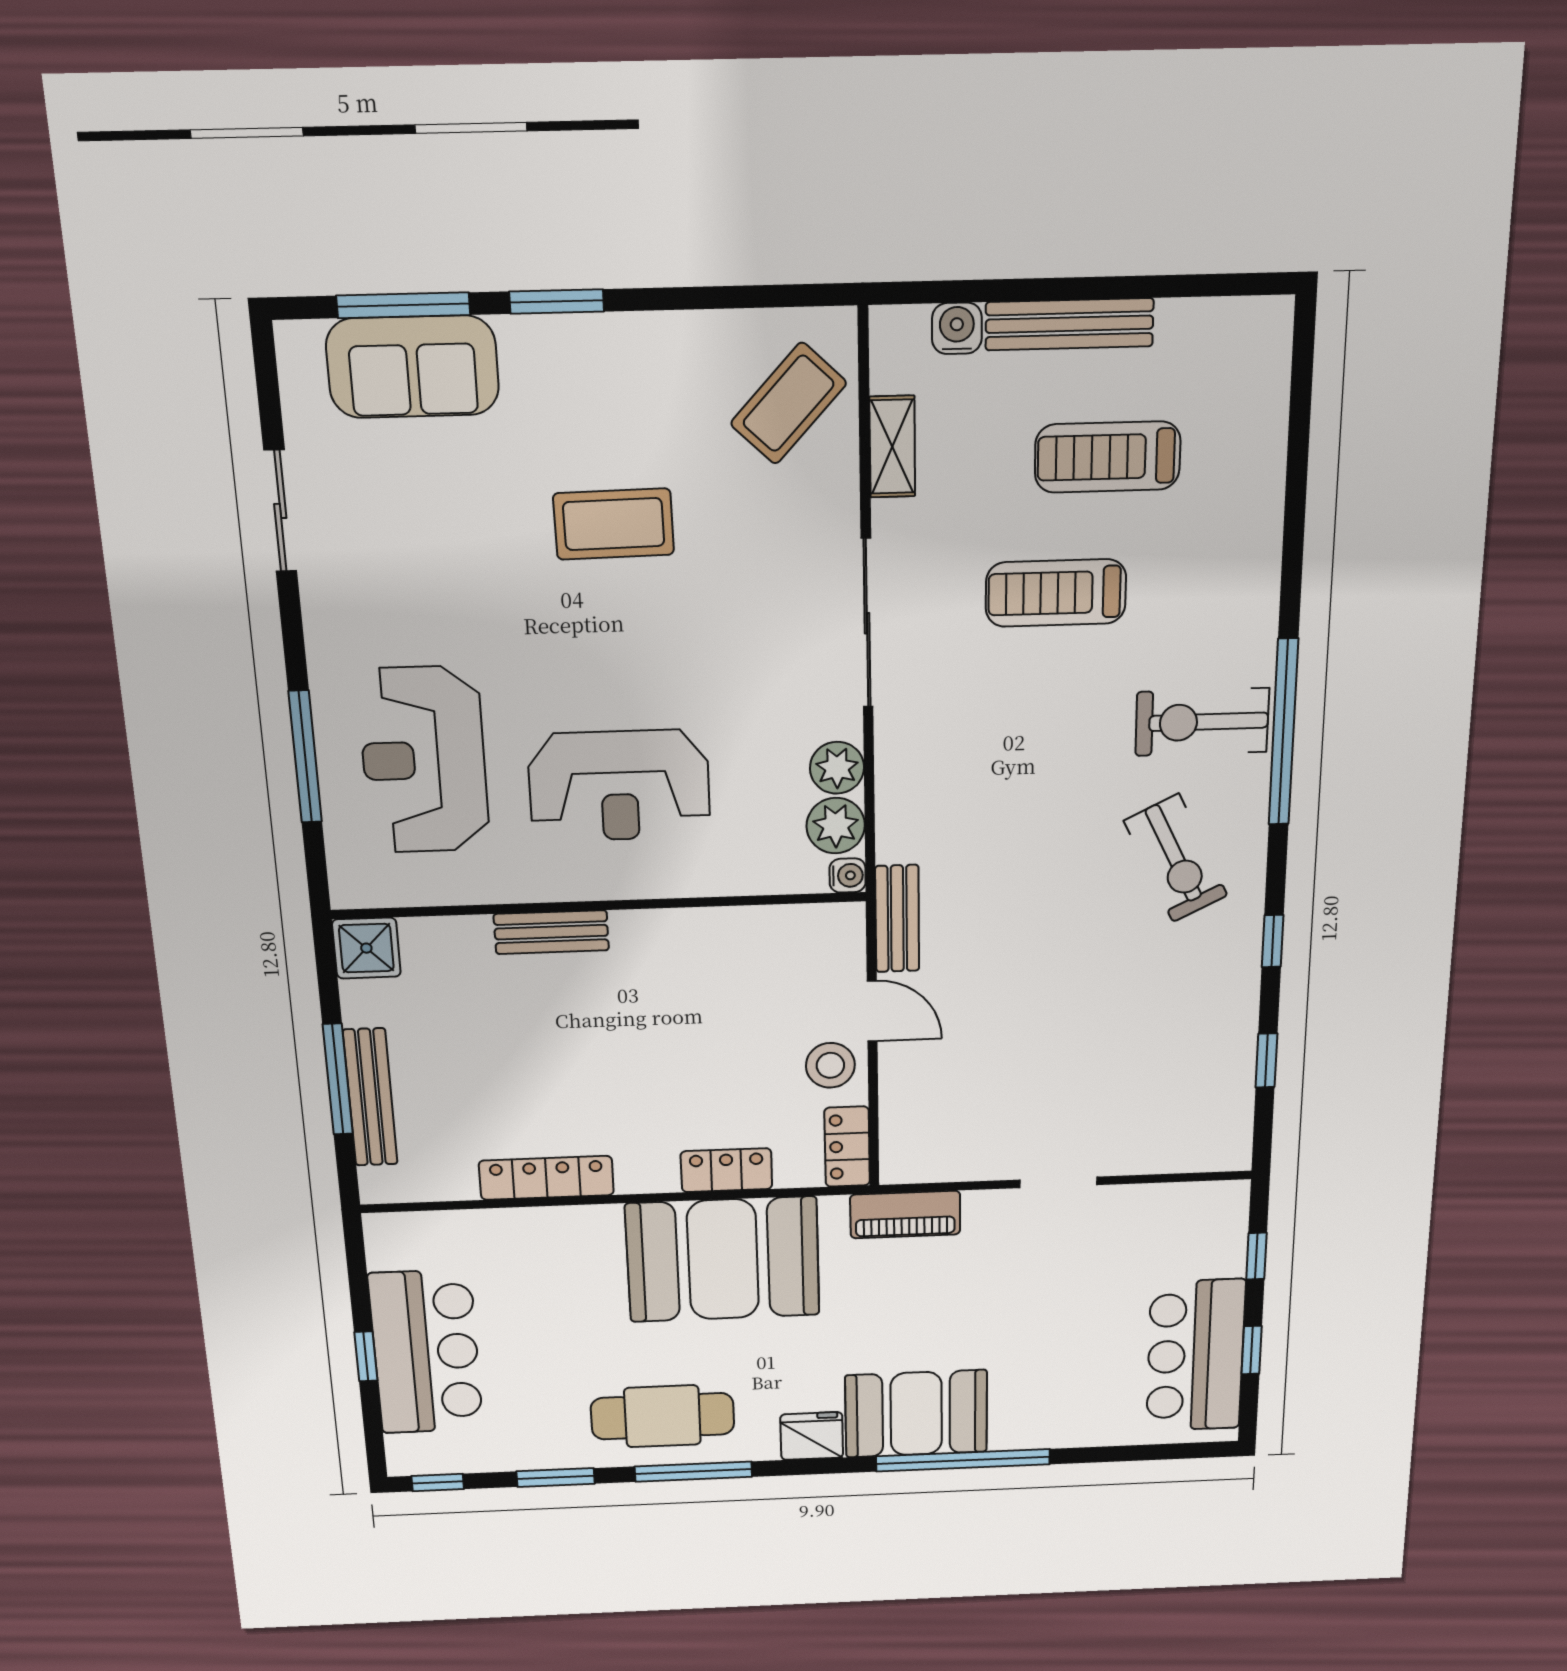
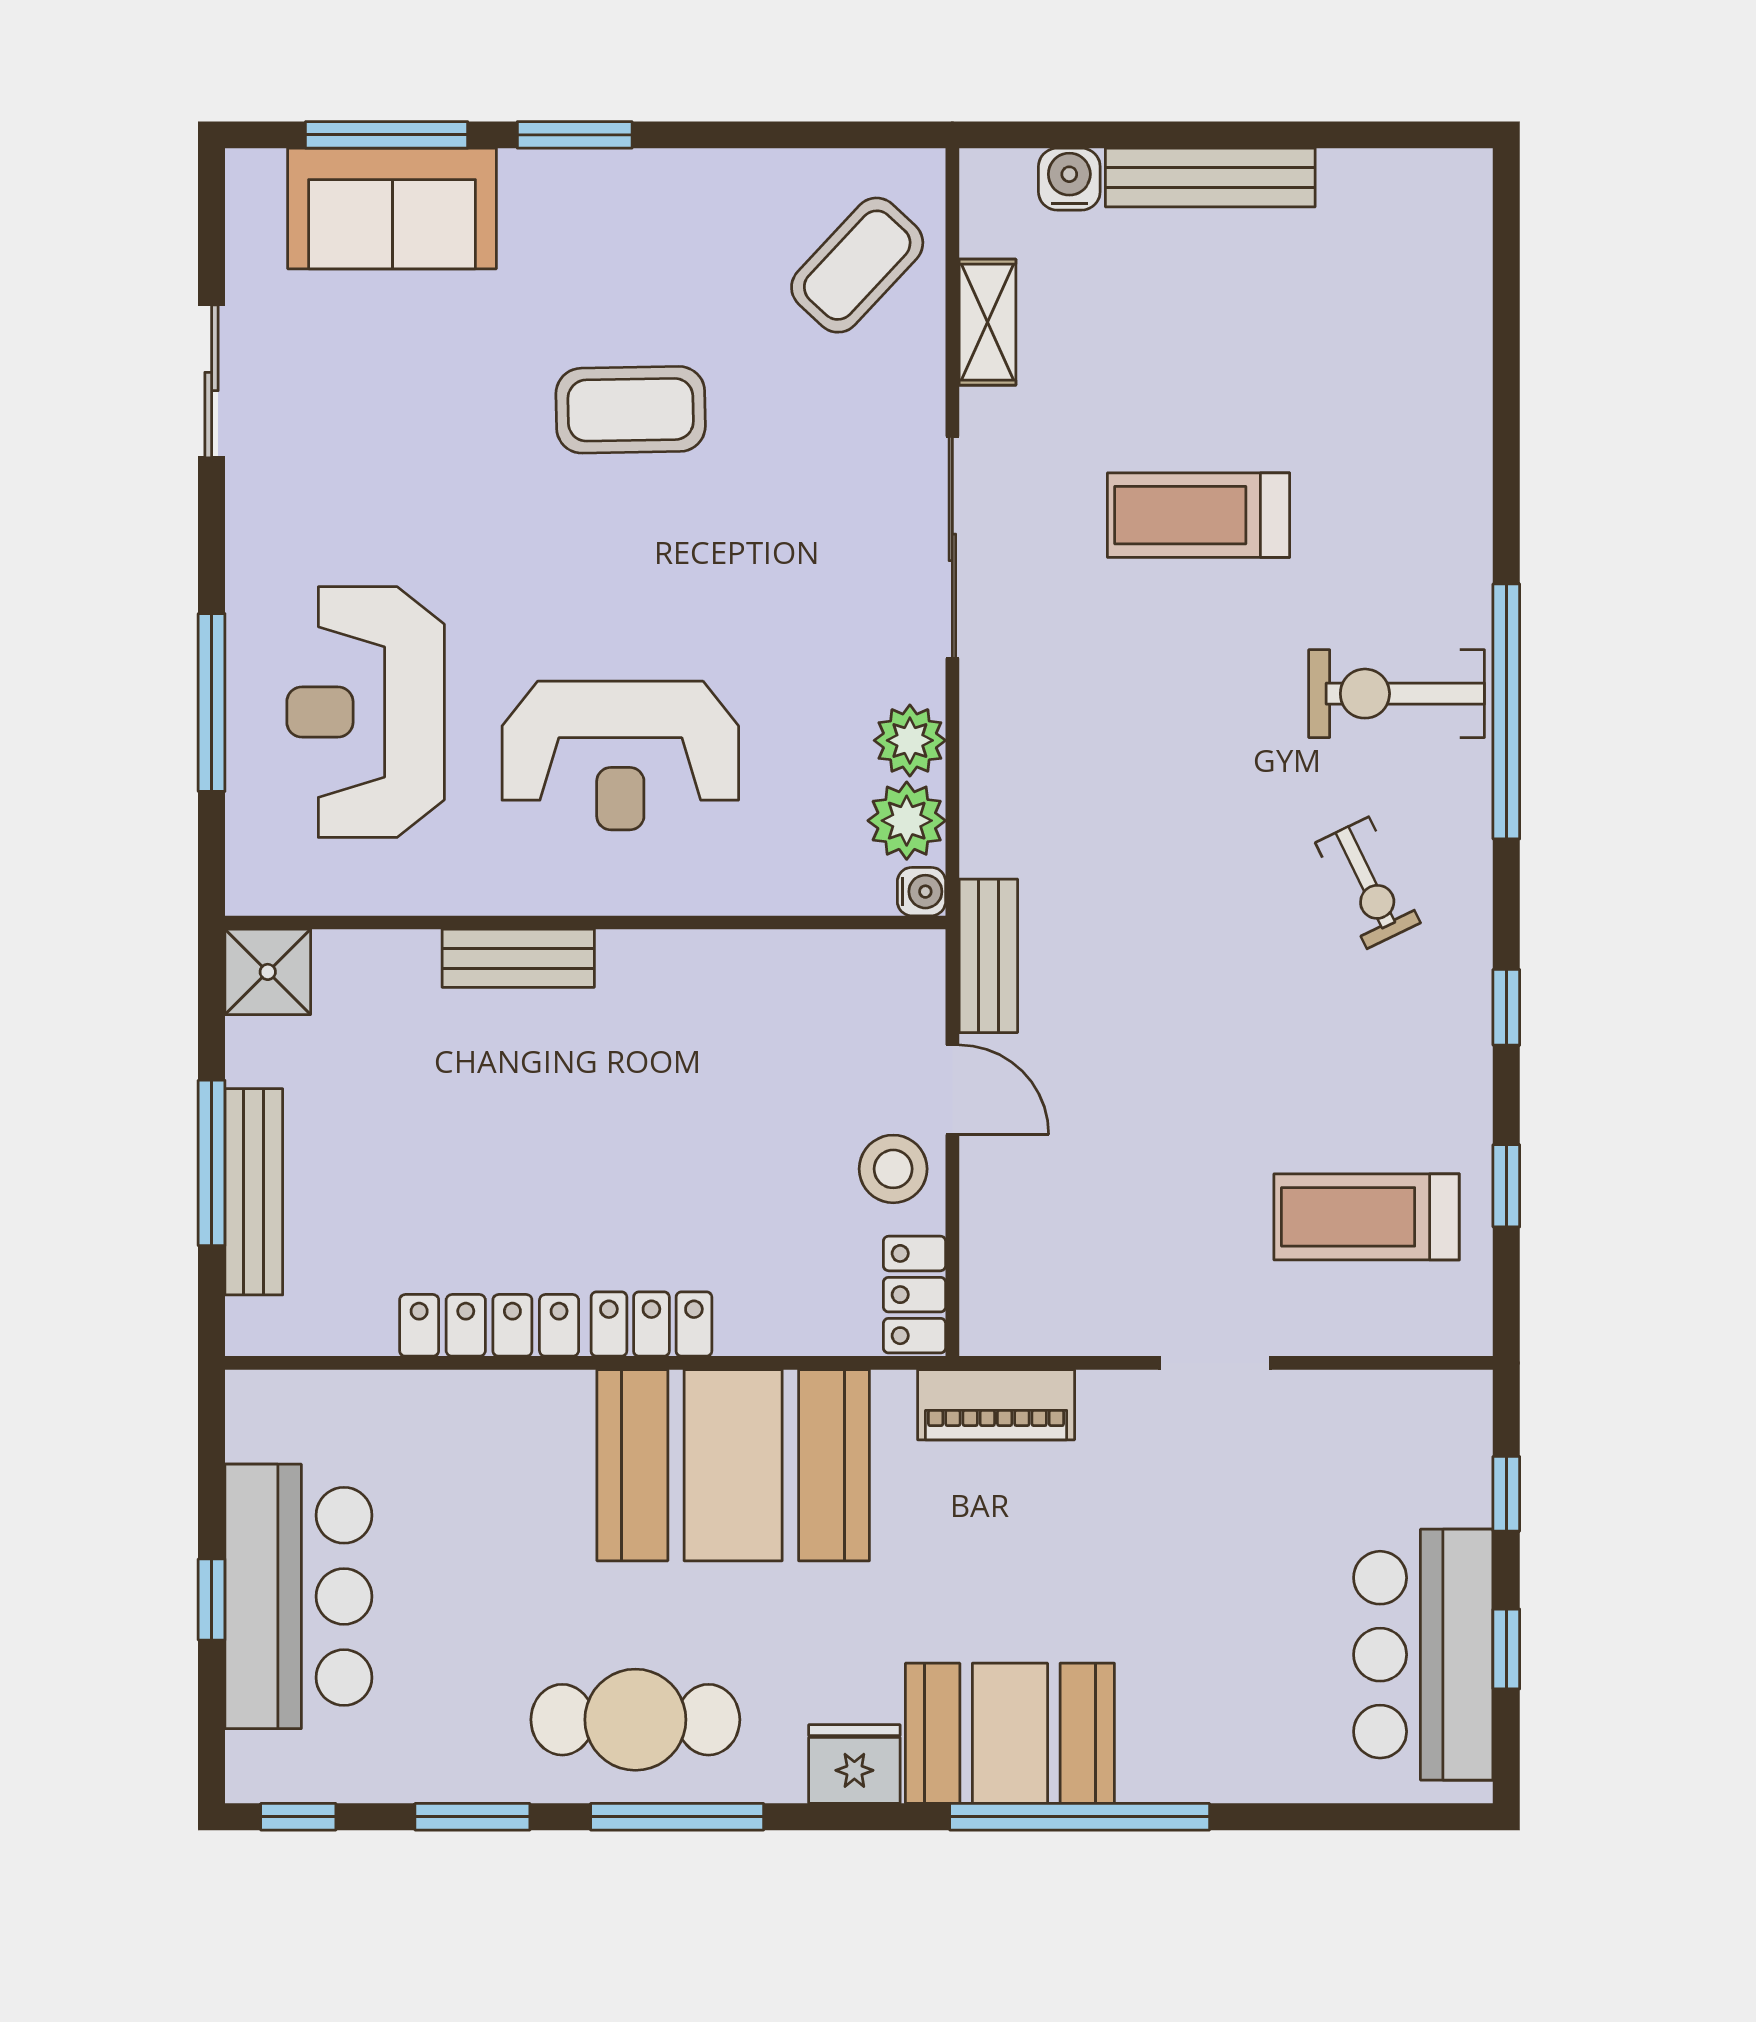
treadmill: (1108, 457) -> (1367, 1217), moved
exercise bike: (1176, 858) -> (1368, 883), width x0.73, depth x0.72
locker: (726, 1170) -> (651, 1324), moved

